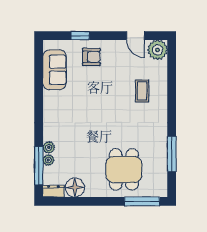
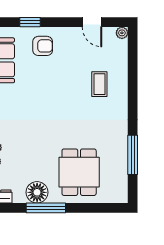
plant: (157, 50) -> (122, 33), width x0.53, depth x0.53
floor lamp: (75, 187) -> (37, 192), moved
window: (142, 201) -> (46, 208), moved

